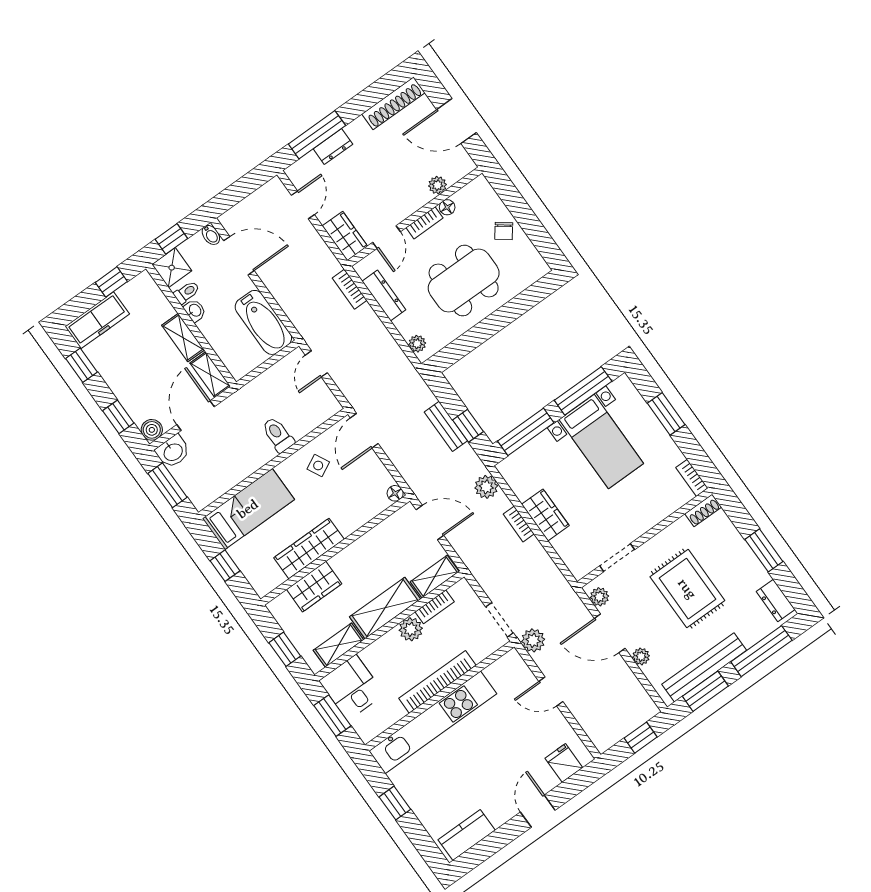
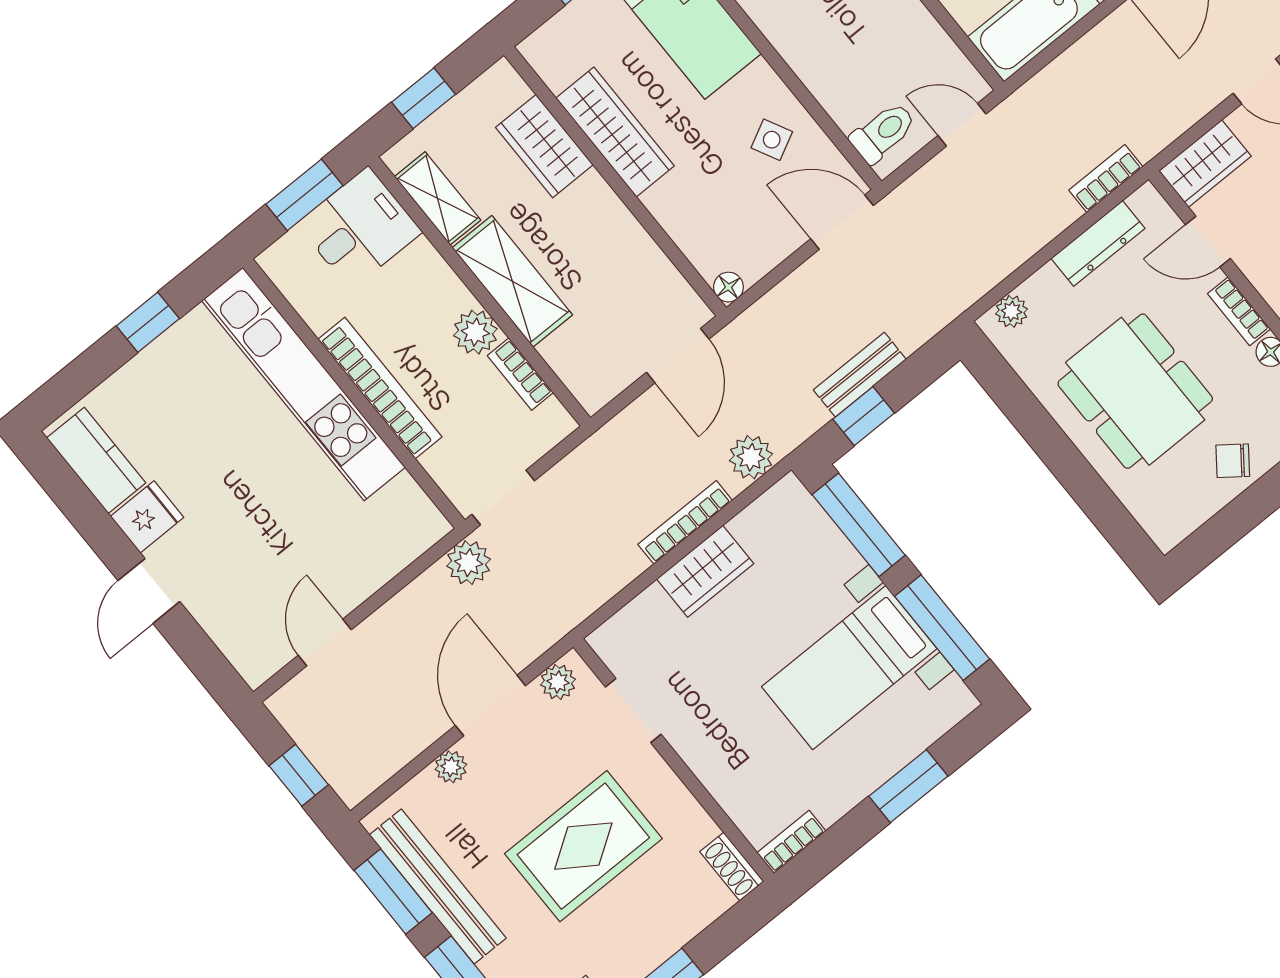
toilet: (278, 435) -> (883, 132), moved
bookcase: (519, 524) -> (685, 522), width x1.56
shelving: (435, 577) -> (577, 371), removed
door: (551, 692) -> (325, 643), moved
fridge: (564, 763) -> (147, 517), moved
door: (538, 811) -> (149, 591), swing flipped

